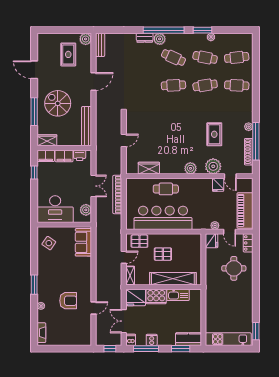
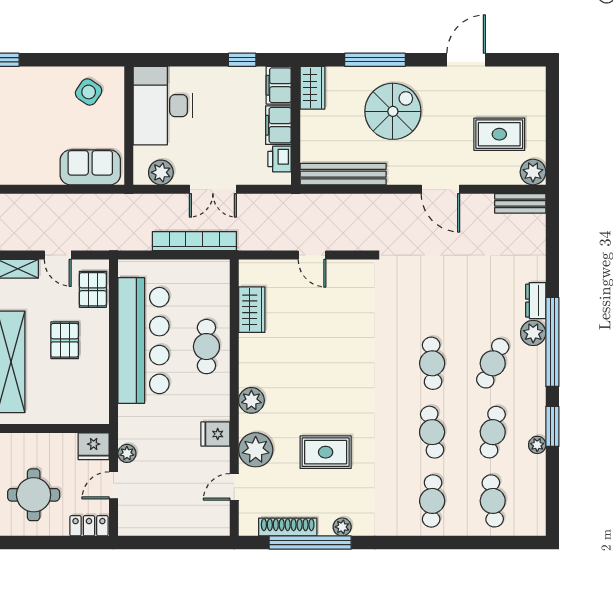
fridge: (218, 185) -> (215, 434), moved
piano: (245, 210) -> (160, 519), removed

